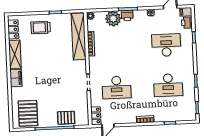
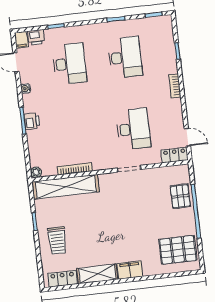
plant: (113, 19) -> (38, 140), removed
desk: (166, 45) -> (69, 64), turned 180

